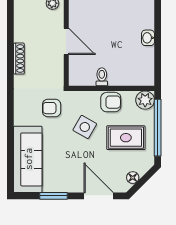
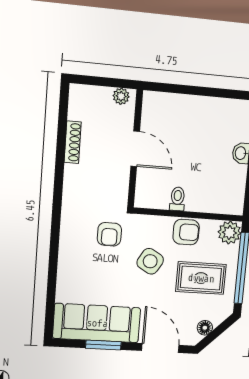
shoe rack: (19, 59) -> (73, 142), moved
armchair: (52, 108) -> (109, 234), turned -90
sofa: (28, 159) -> (97, 323), moved, turned -90

